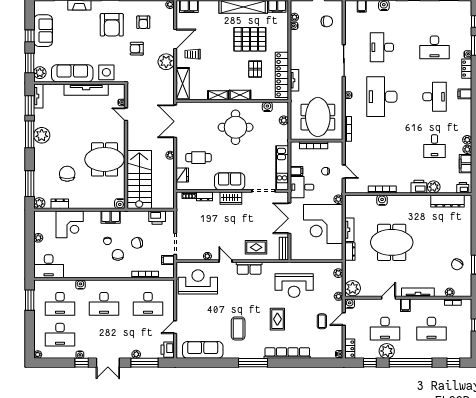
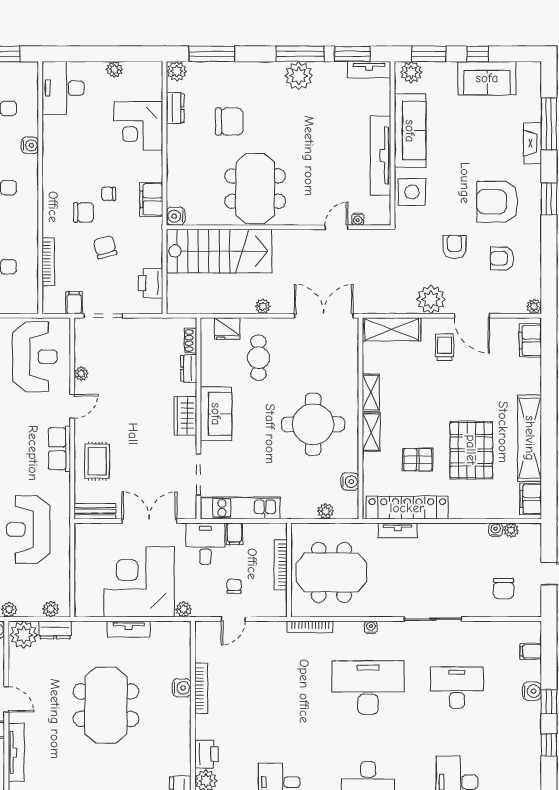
dresser: (350, 251) -> (55, 630), moved

